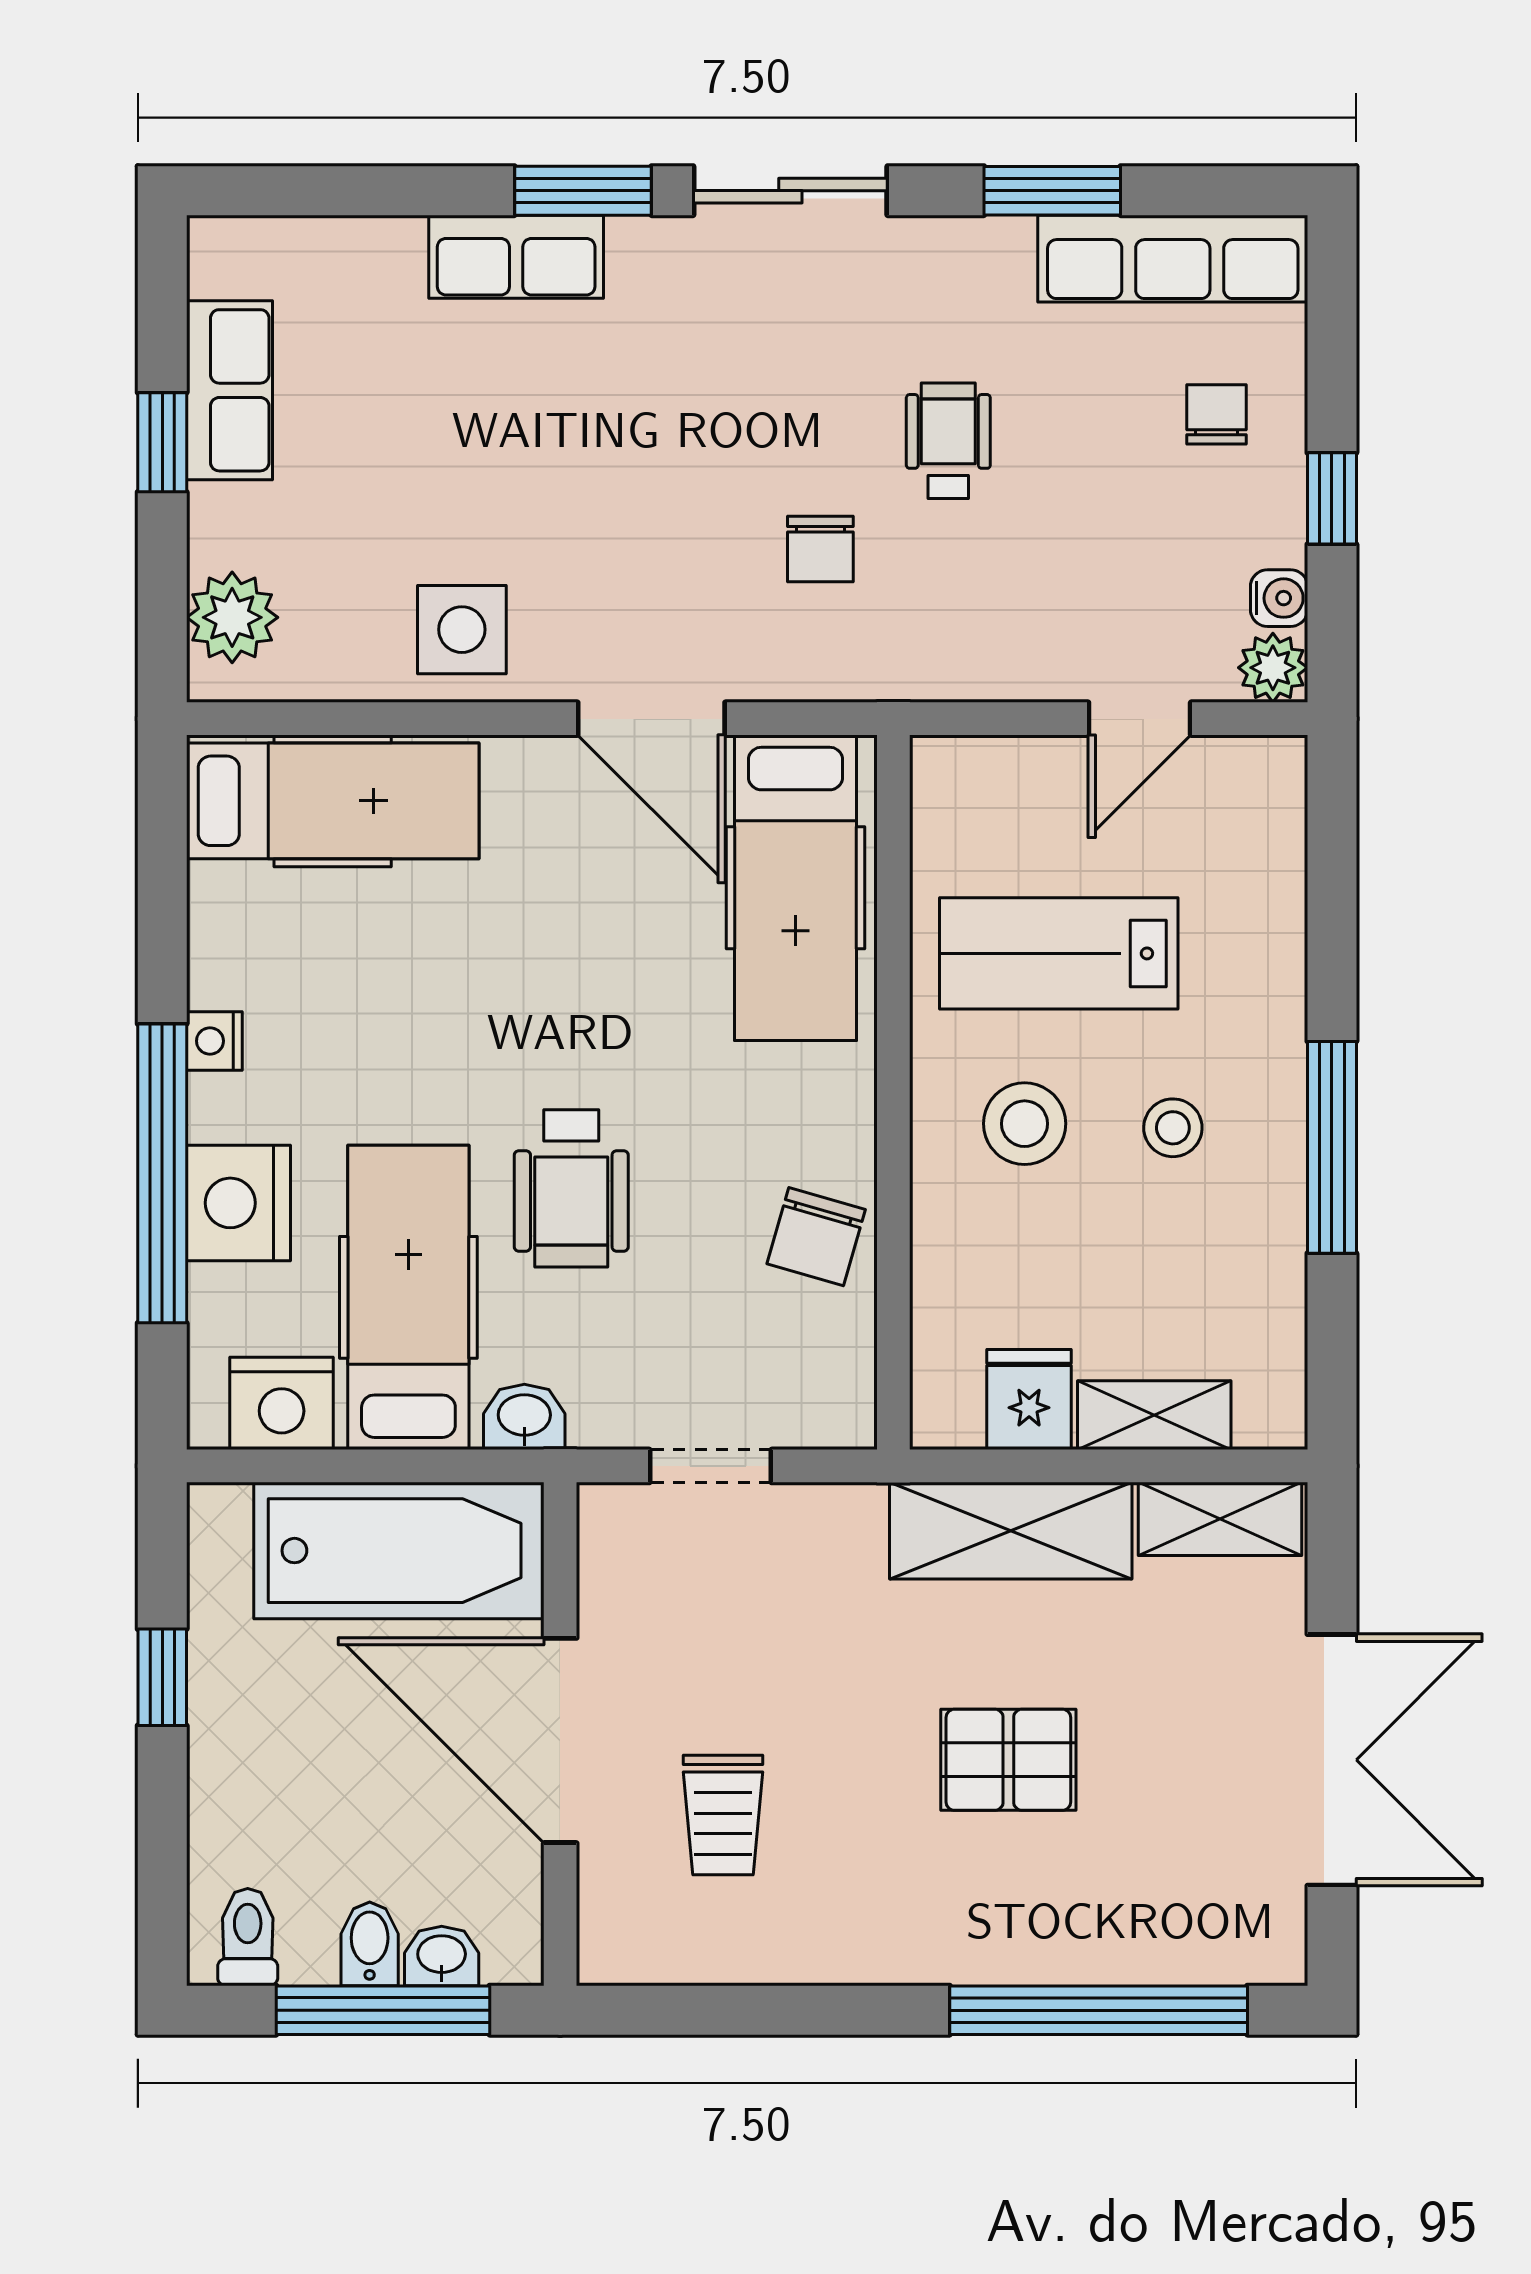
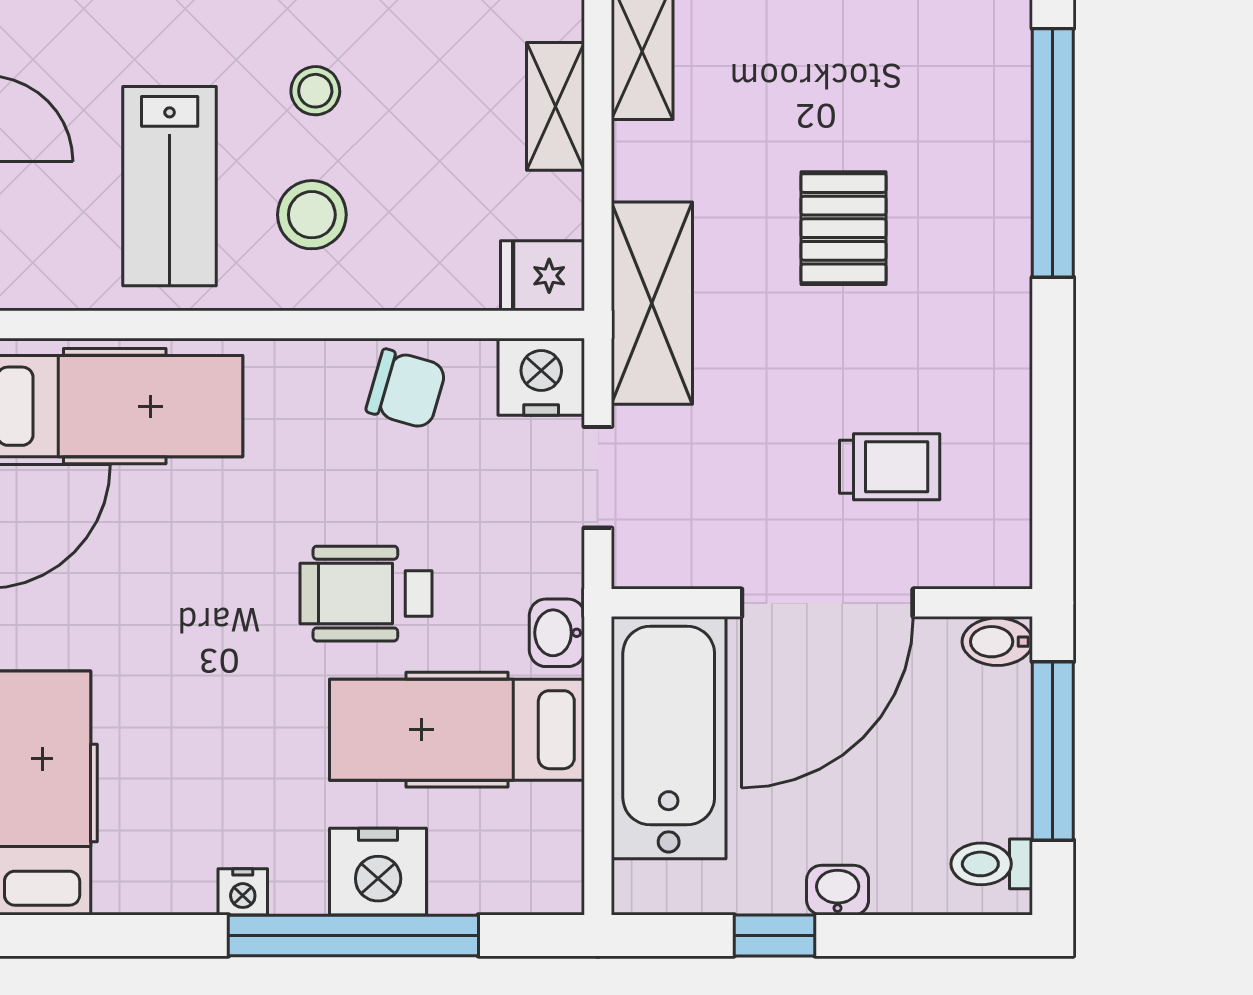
wheelchair: (571, 1188) -> (366, 594), turned 180
fridge: (1029, 1400) -> (542, 276), moved
nightstand: (282, 1403) -> (541, 377), moved, turned -90
shelving: (1011, 1531) -> (652, 303), moved
bidet: (370, 1944) -> (997, 642), moved
washbasin: (442, 1956) -> (838, 890), moved, turned 90

